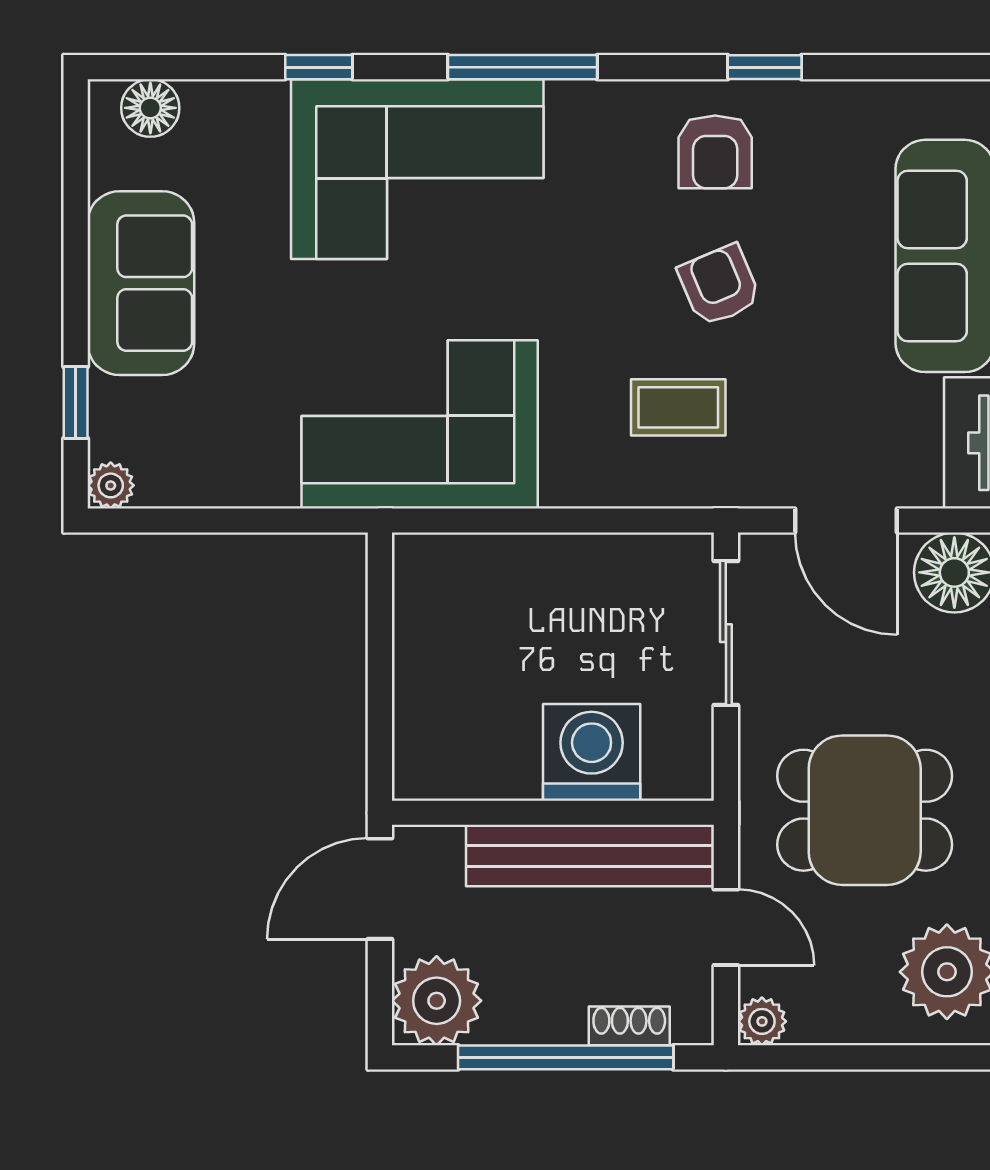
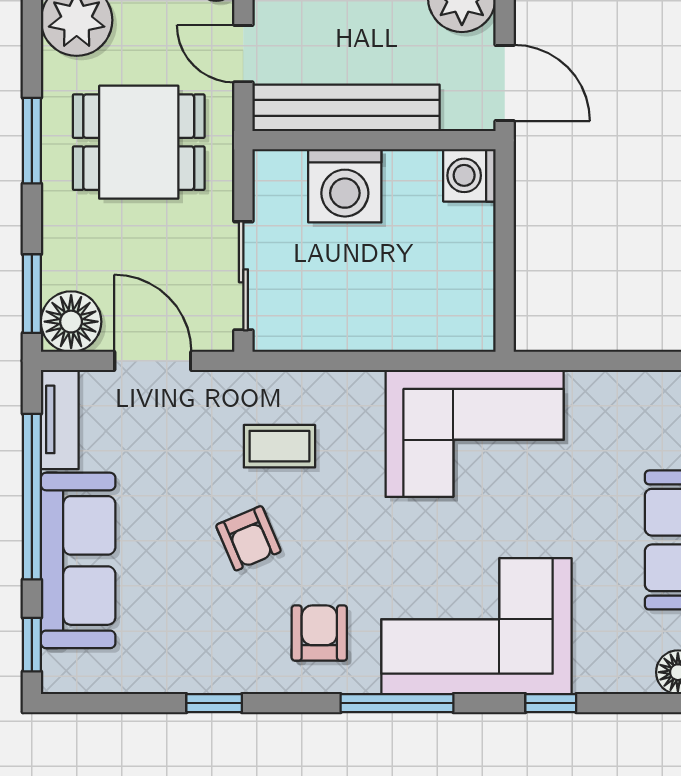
armchair: (715, 152) -> (319, 633), moved
washing machine: (427, 766) -> (469, 175), added
door: (380, 889) -> (505, 83), hinge flipped

